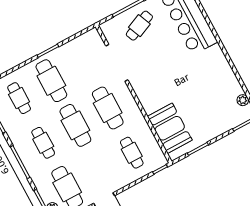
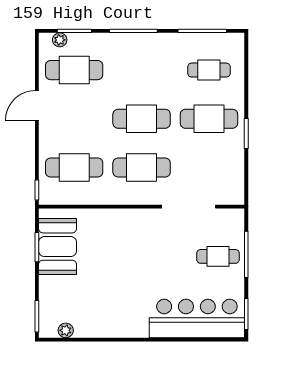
cafe table: (139, 26) -> (218, 256), turned -67
booth: (170, 128) -> (58, 247), moved, turned 90
cafe table: (43, 143) -> (142, 70), removed
cafe table: (132, 153) -> (74, 167), width x1.37, depth x1.35

